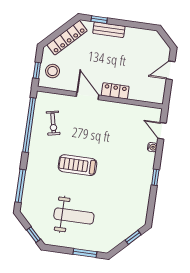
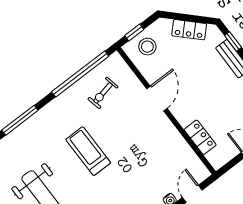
locker: (67, 38) -> (189, 30), width x0.66
locker: (115, 91) -> (200, 137), moved

